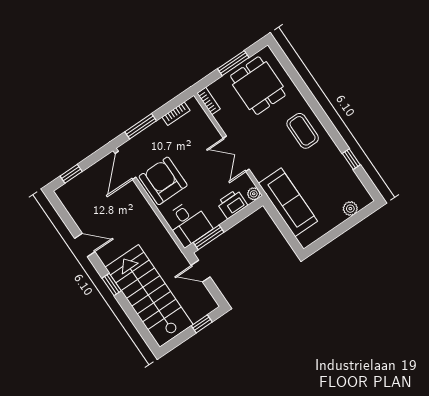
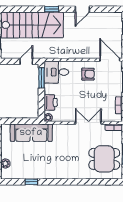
coffee table: (303, 131) -> (64, 166), removed
double door: (236, 154) -> (88, 123), moved
armchair: (163, 181) -> (88, 74), width x0.53, depth x0.53

